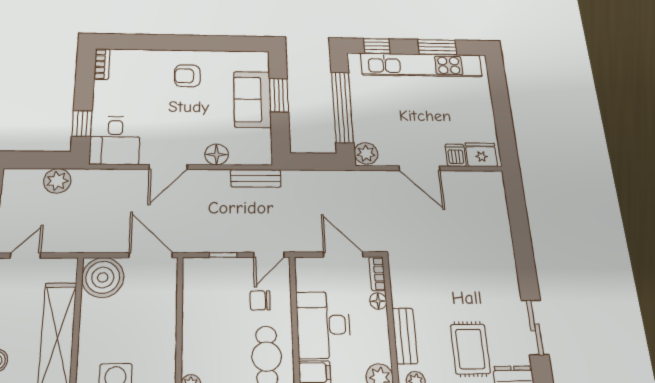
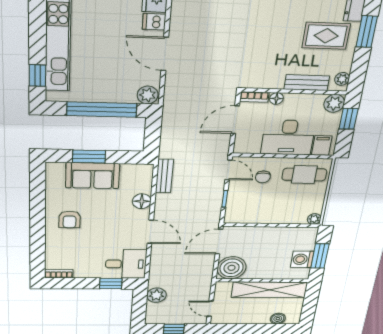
window: (437, 47) -> (37, 22), removed
door: (420, 168) -> (165, 54), swing flipped

